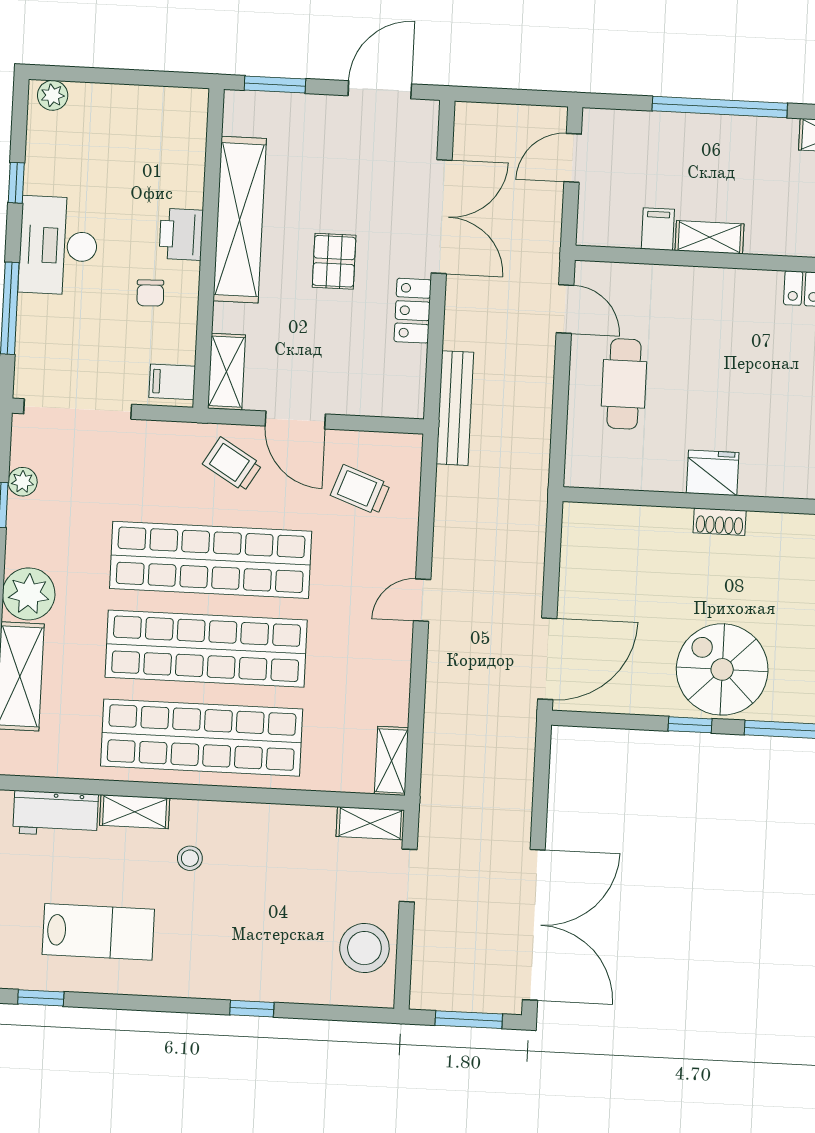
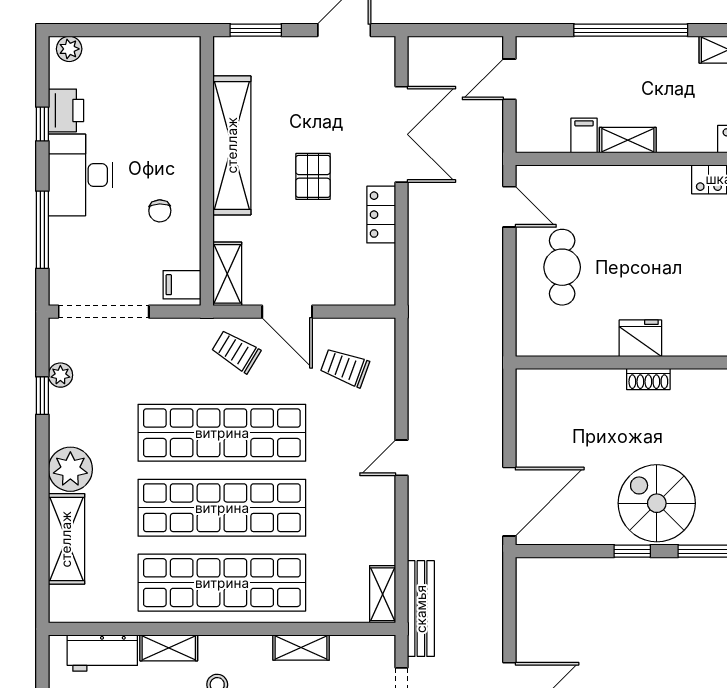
printer: (181, 234) -> (66, 110), moved, turned 180
bench: (455, 408) -> (421, 609), moved
shelving: (370, 823) -> (301, 648), moved

